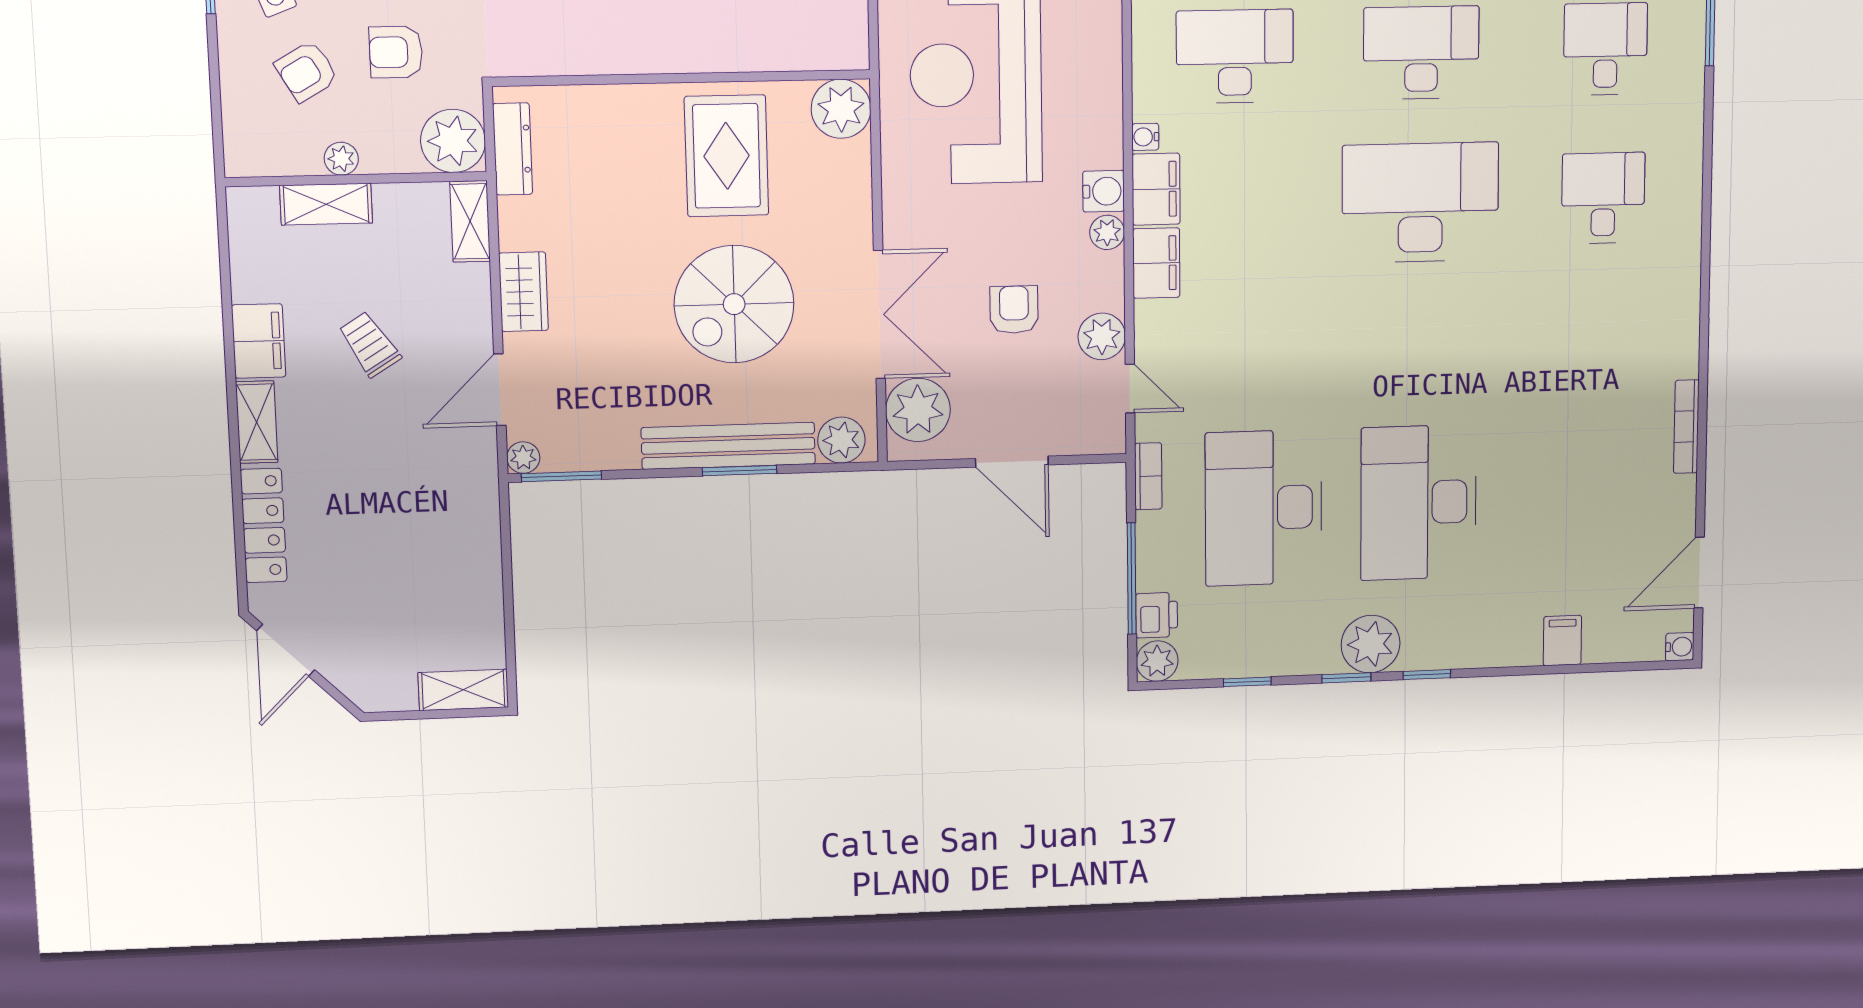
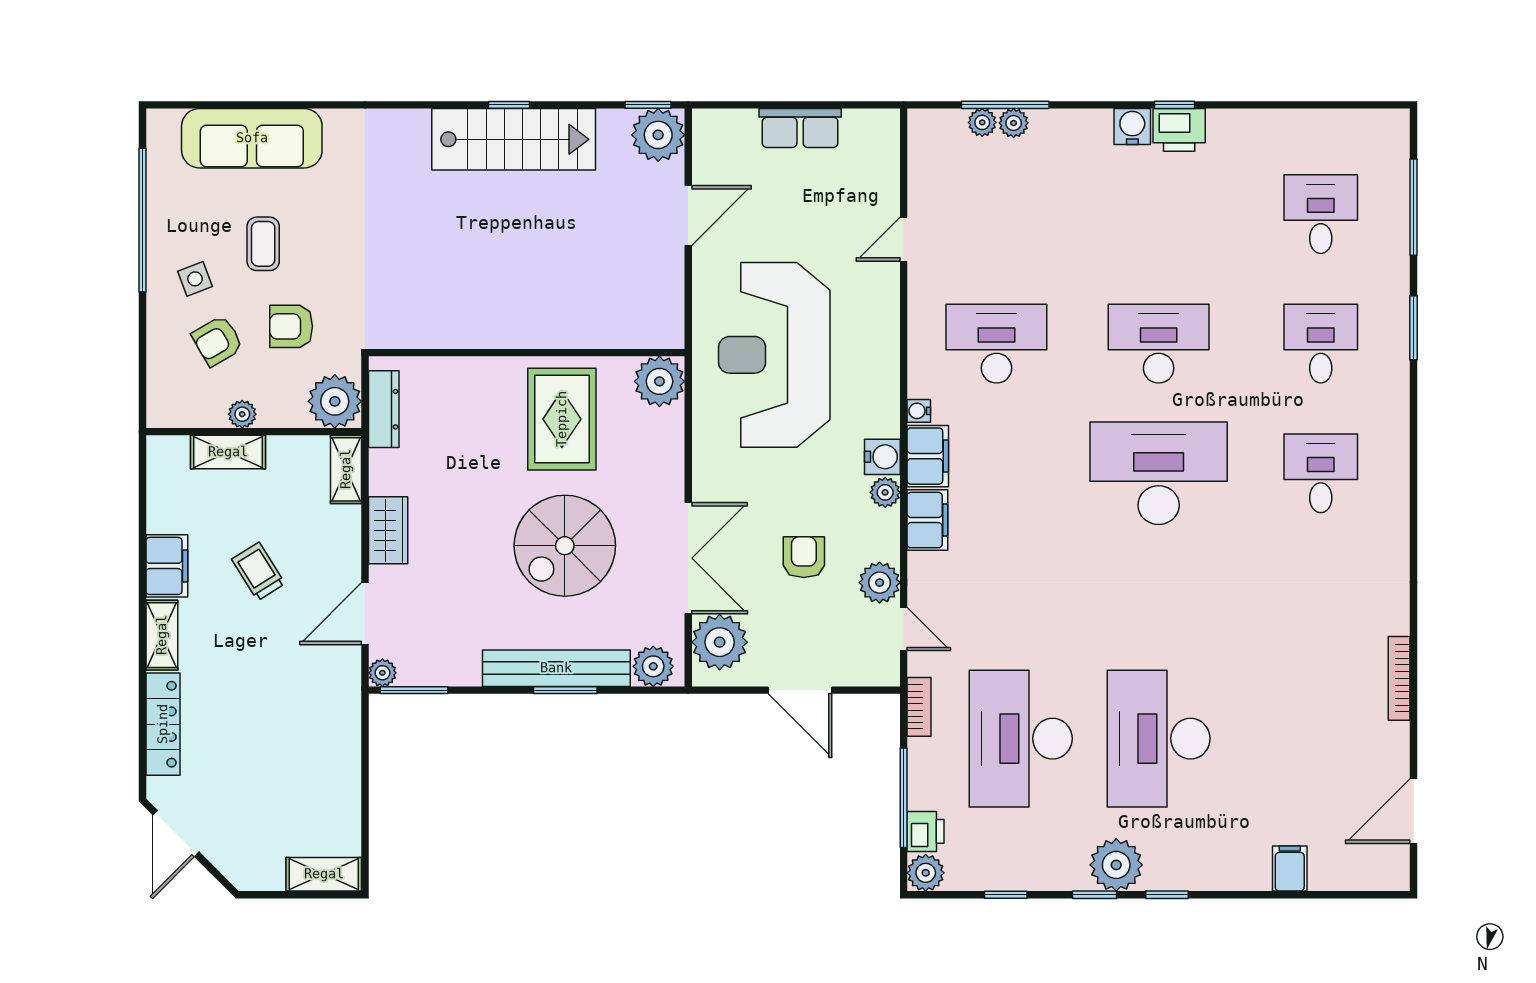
water cooler: (1680, 647) -> (1397, 878), removed

